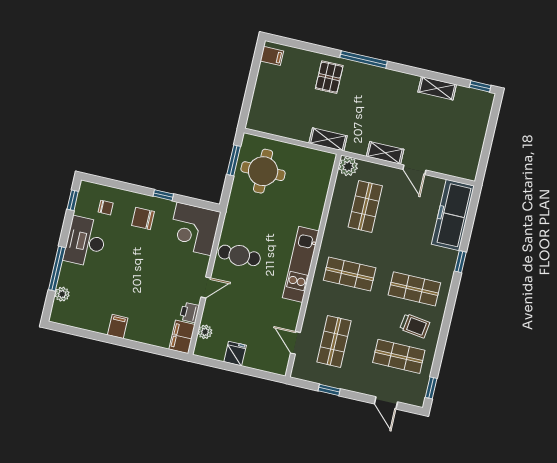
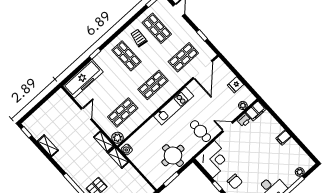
shelving: (385, 153) -> (104, 142), moved
water cooler: (324, 159) -> (127, 149), added
round table: (263, 171) -> (173, 156), moved
shop shelf: (350, 274) -> (153, 85), turned 90
door: (295, 343) -> (203, 70), width x1.87

